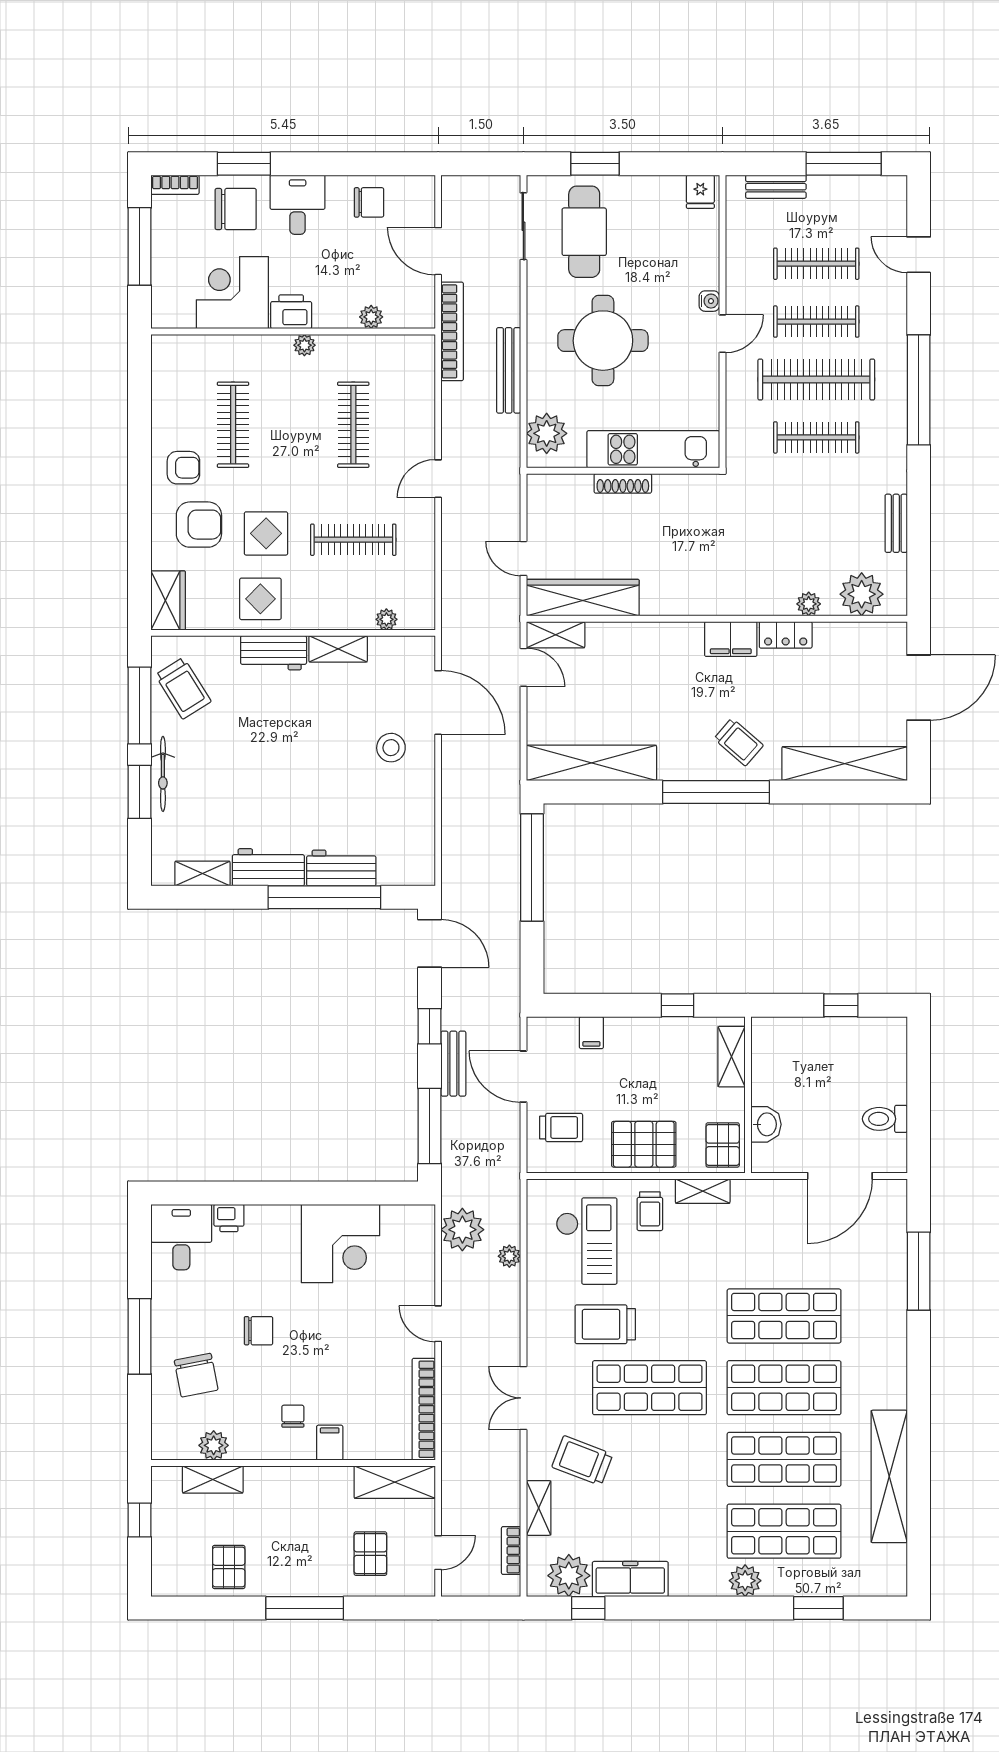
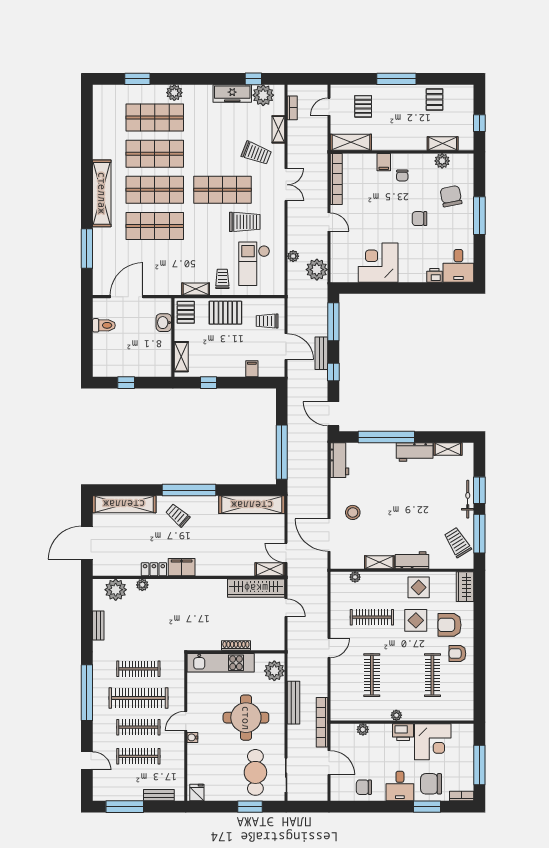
workbench: (341, 868) -> (339, 460), moved, turned -90
shelving: (889, 1476) -> (102, 193), moved

